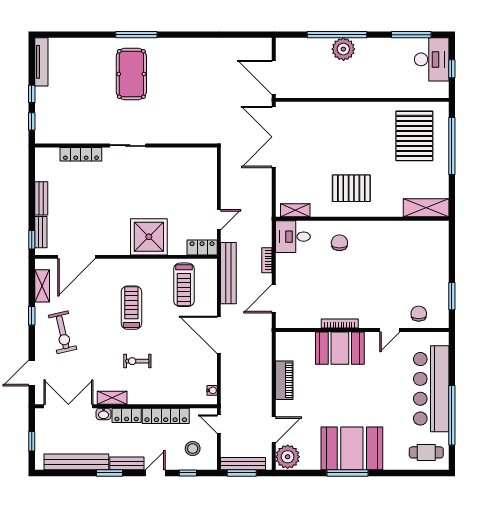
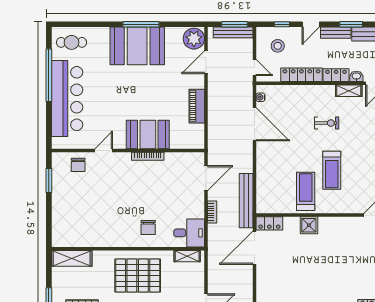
pallet: (351, 188) -> (138, 276), width x1.37, depth x1.41
door: (219, 220) -> (255, 248), width x1.88
shower: (149, 237) -> (309, 225), width x0.54, depth x0.54
treadmill: (184, 285) -> (306, 191), moved
door: (219, 335) -> (255, 124), moved

